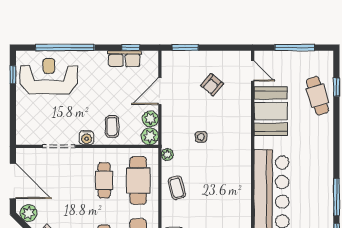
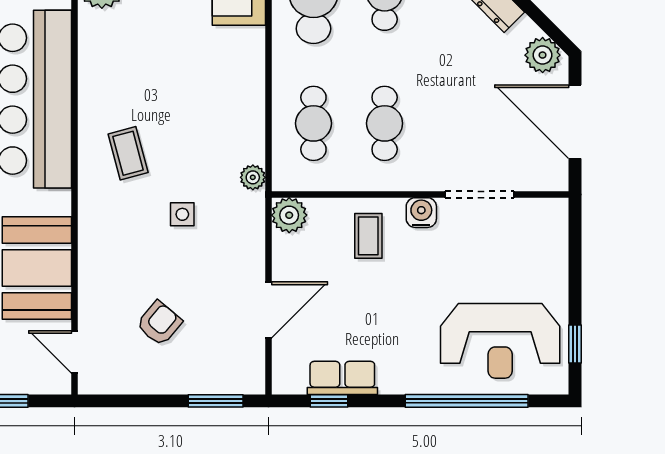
plant: (150, 119) -> (288, 252), removed
cafe table: (138, 180) -> (313, 123), width x0.73, depth x0.74
coffee table: (177, 188) -> (128, 153), moved

